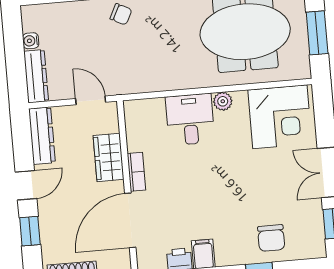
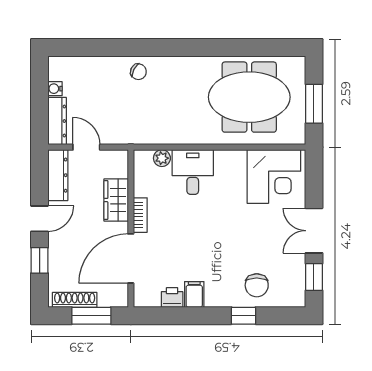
door: (91, 100) -> (86, 147), moved
plant: (223, 101) -> (162, 158), moved

